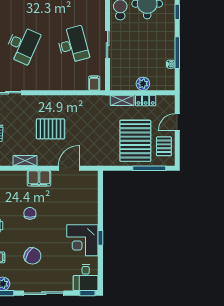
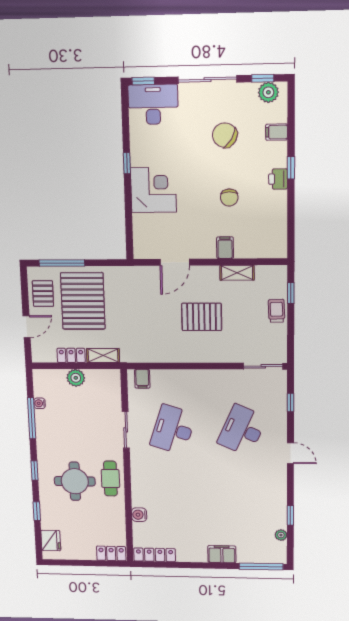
desk: (73, 45) -> (173, 430), turned 33
filing cabinet: (39, 178) -> (225, 248), width x0.50
corner desk: (82, 240) -> (153, 190), moved
desk: (86, 277) -> (153, 104), width x1.37

